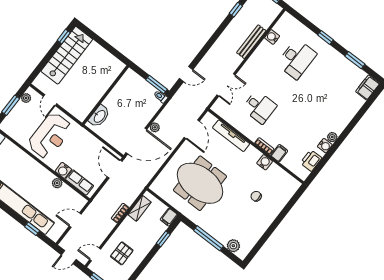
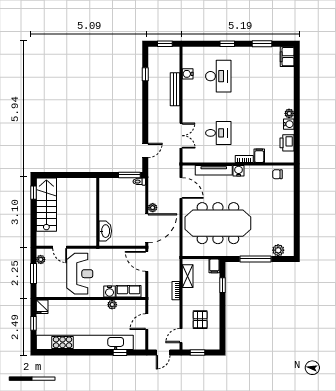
water cooler: (265, 162) -> (239, 171), moved
meeting table: (200, 183) -> (218, 223), width x1.36
chair: (256, 196) -> (277, 174), moved

